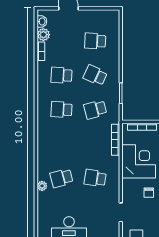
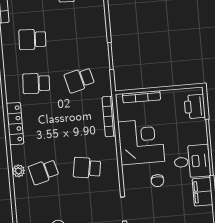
school desk: (95, 75) -> (76, 36), removed
locker: (42, 139) -> (15, 124), added
plant: (42, 186) -> (18, 171), moved

